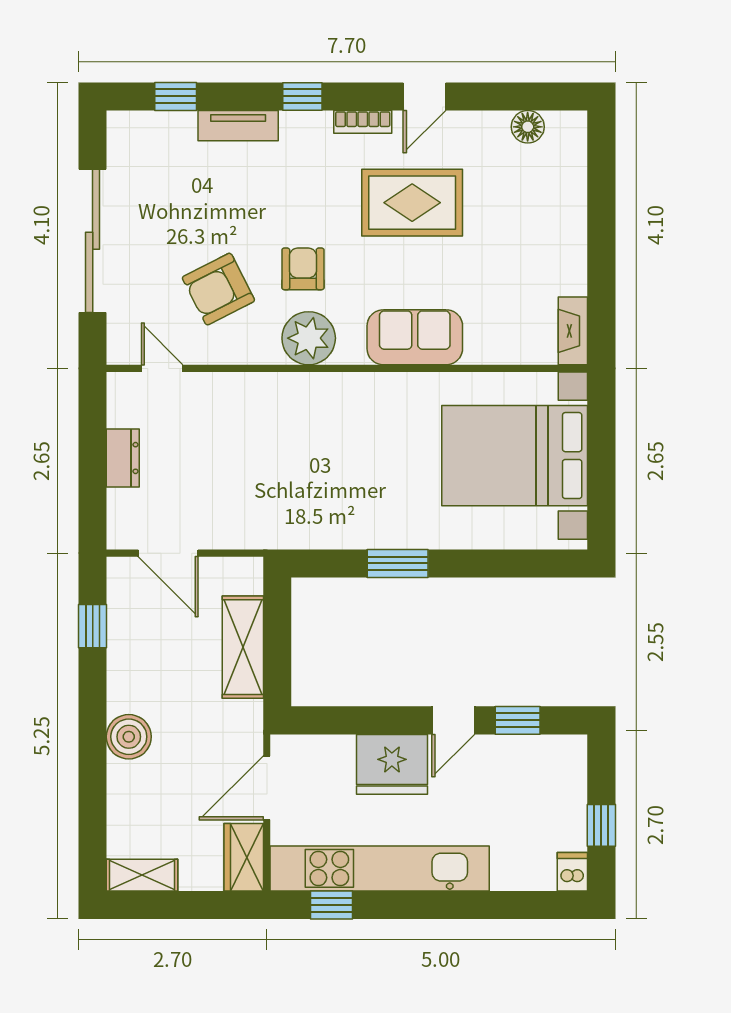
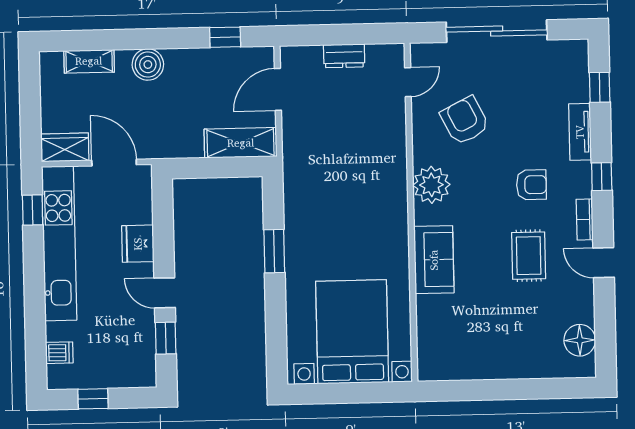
floor lamp: (528, 127) -> (580, 340), width x1.38, depth x1.38
rug: (412, 203) -> (529, 256), width x0.73, depth x0.70
armchair: (303, 269) -> (531, 185), moved
fireplace: (573, 331) -> (441, 371), removed
shelving: (243, 647) -> (241, 143), moved
fridge: (392, 764) -> (138, 244), width x0.73, depth x0.75
dishwasher: (572, 872) -> (59, 353), moved
shelving: (142, 875) -> (89, 61), moved, turned 90

